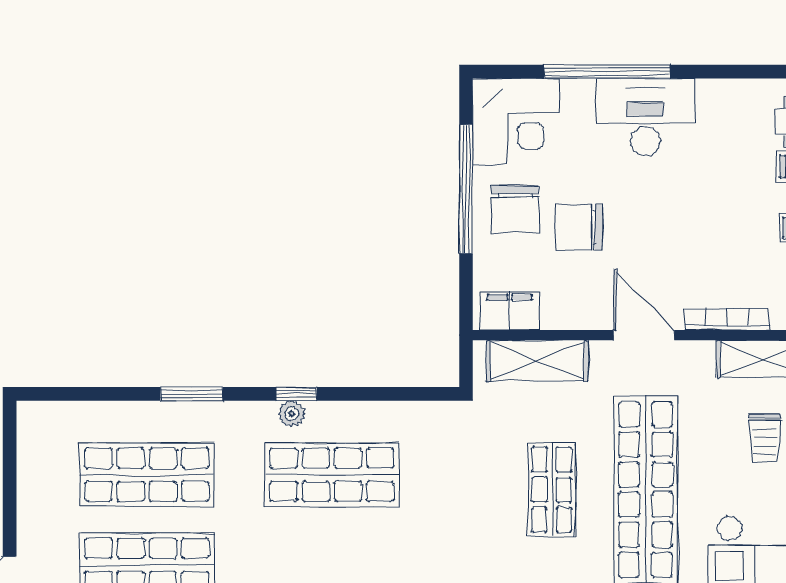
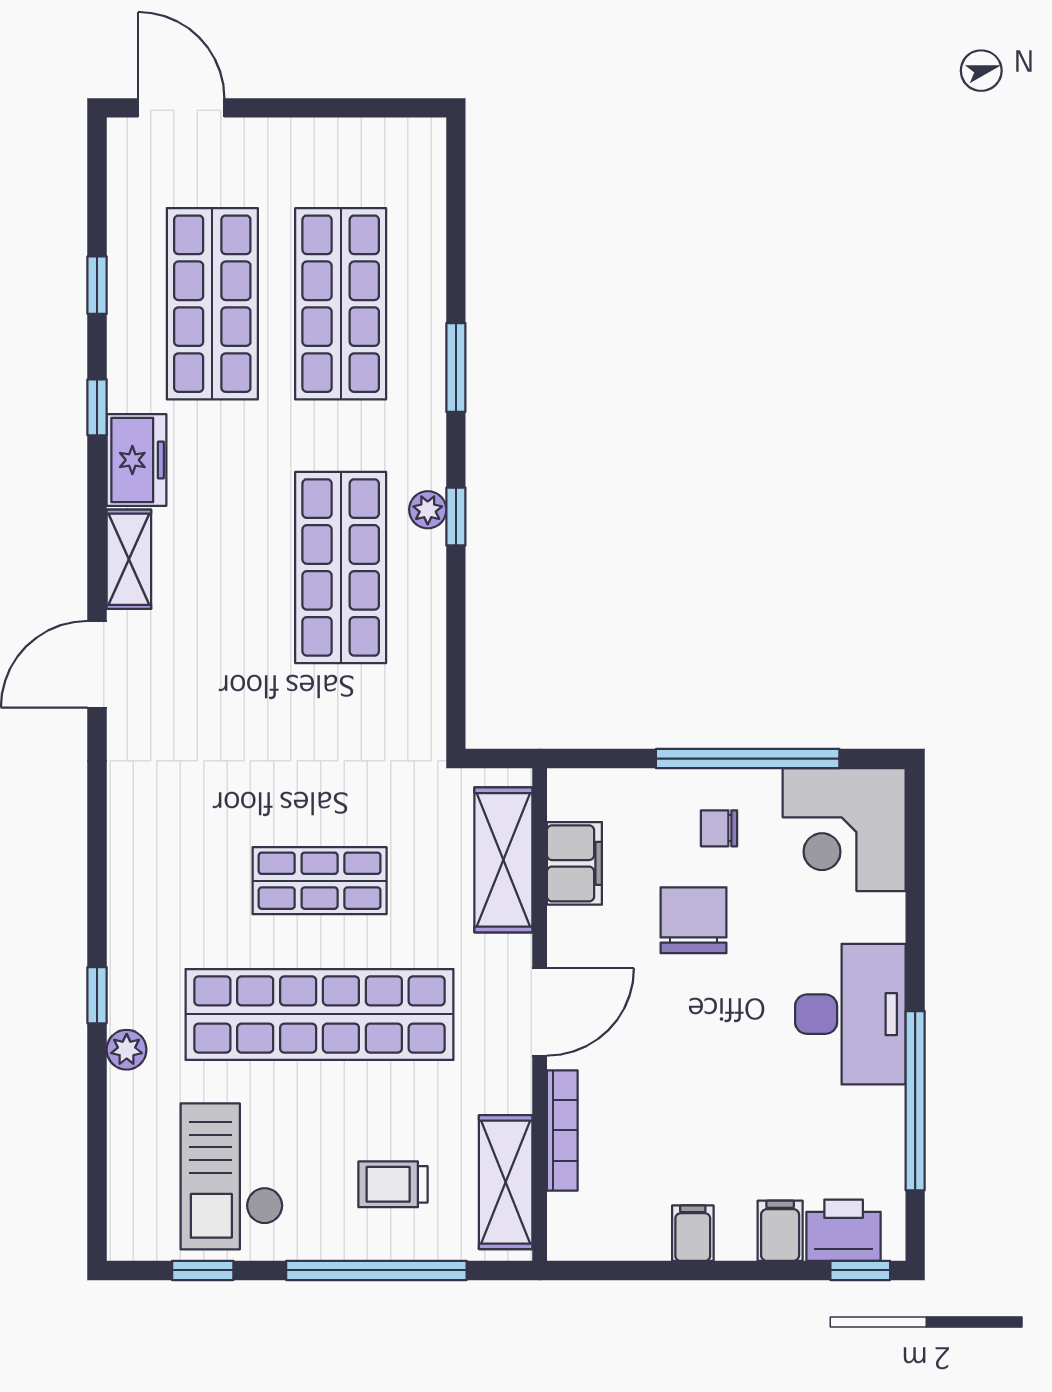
window: (607, 72) -> (915, 1101), moved
chair: (515, 209) -> (719, 828), width x0.54, depth x0.54
filing cabinet: (510, 311) -> (574, 863), moved

